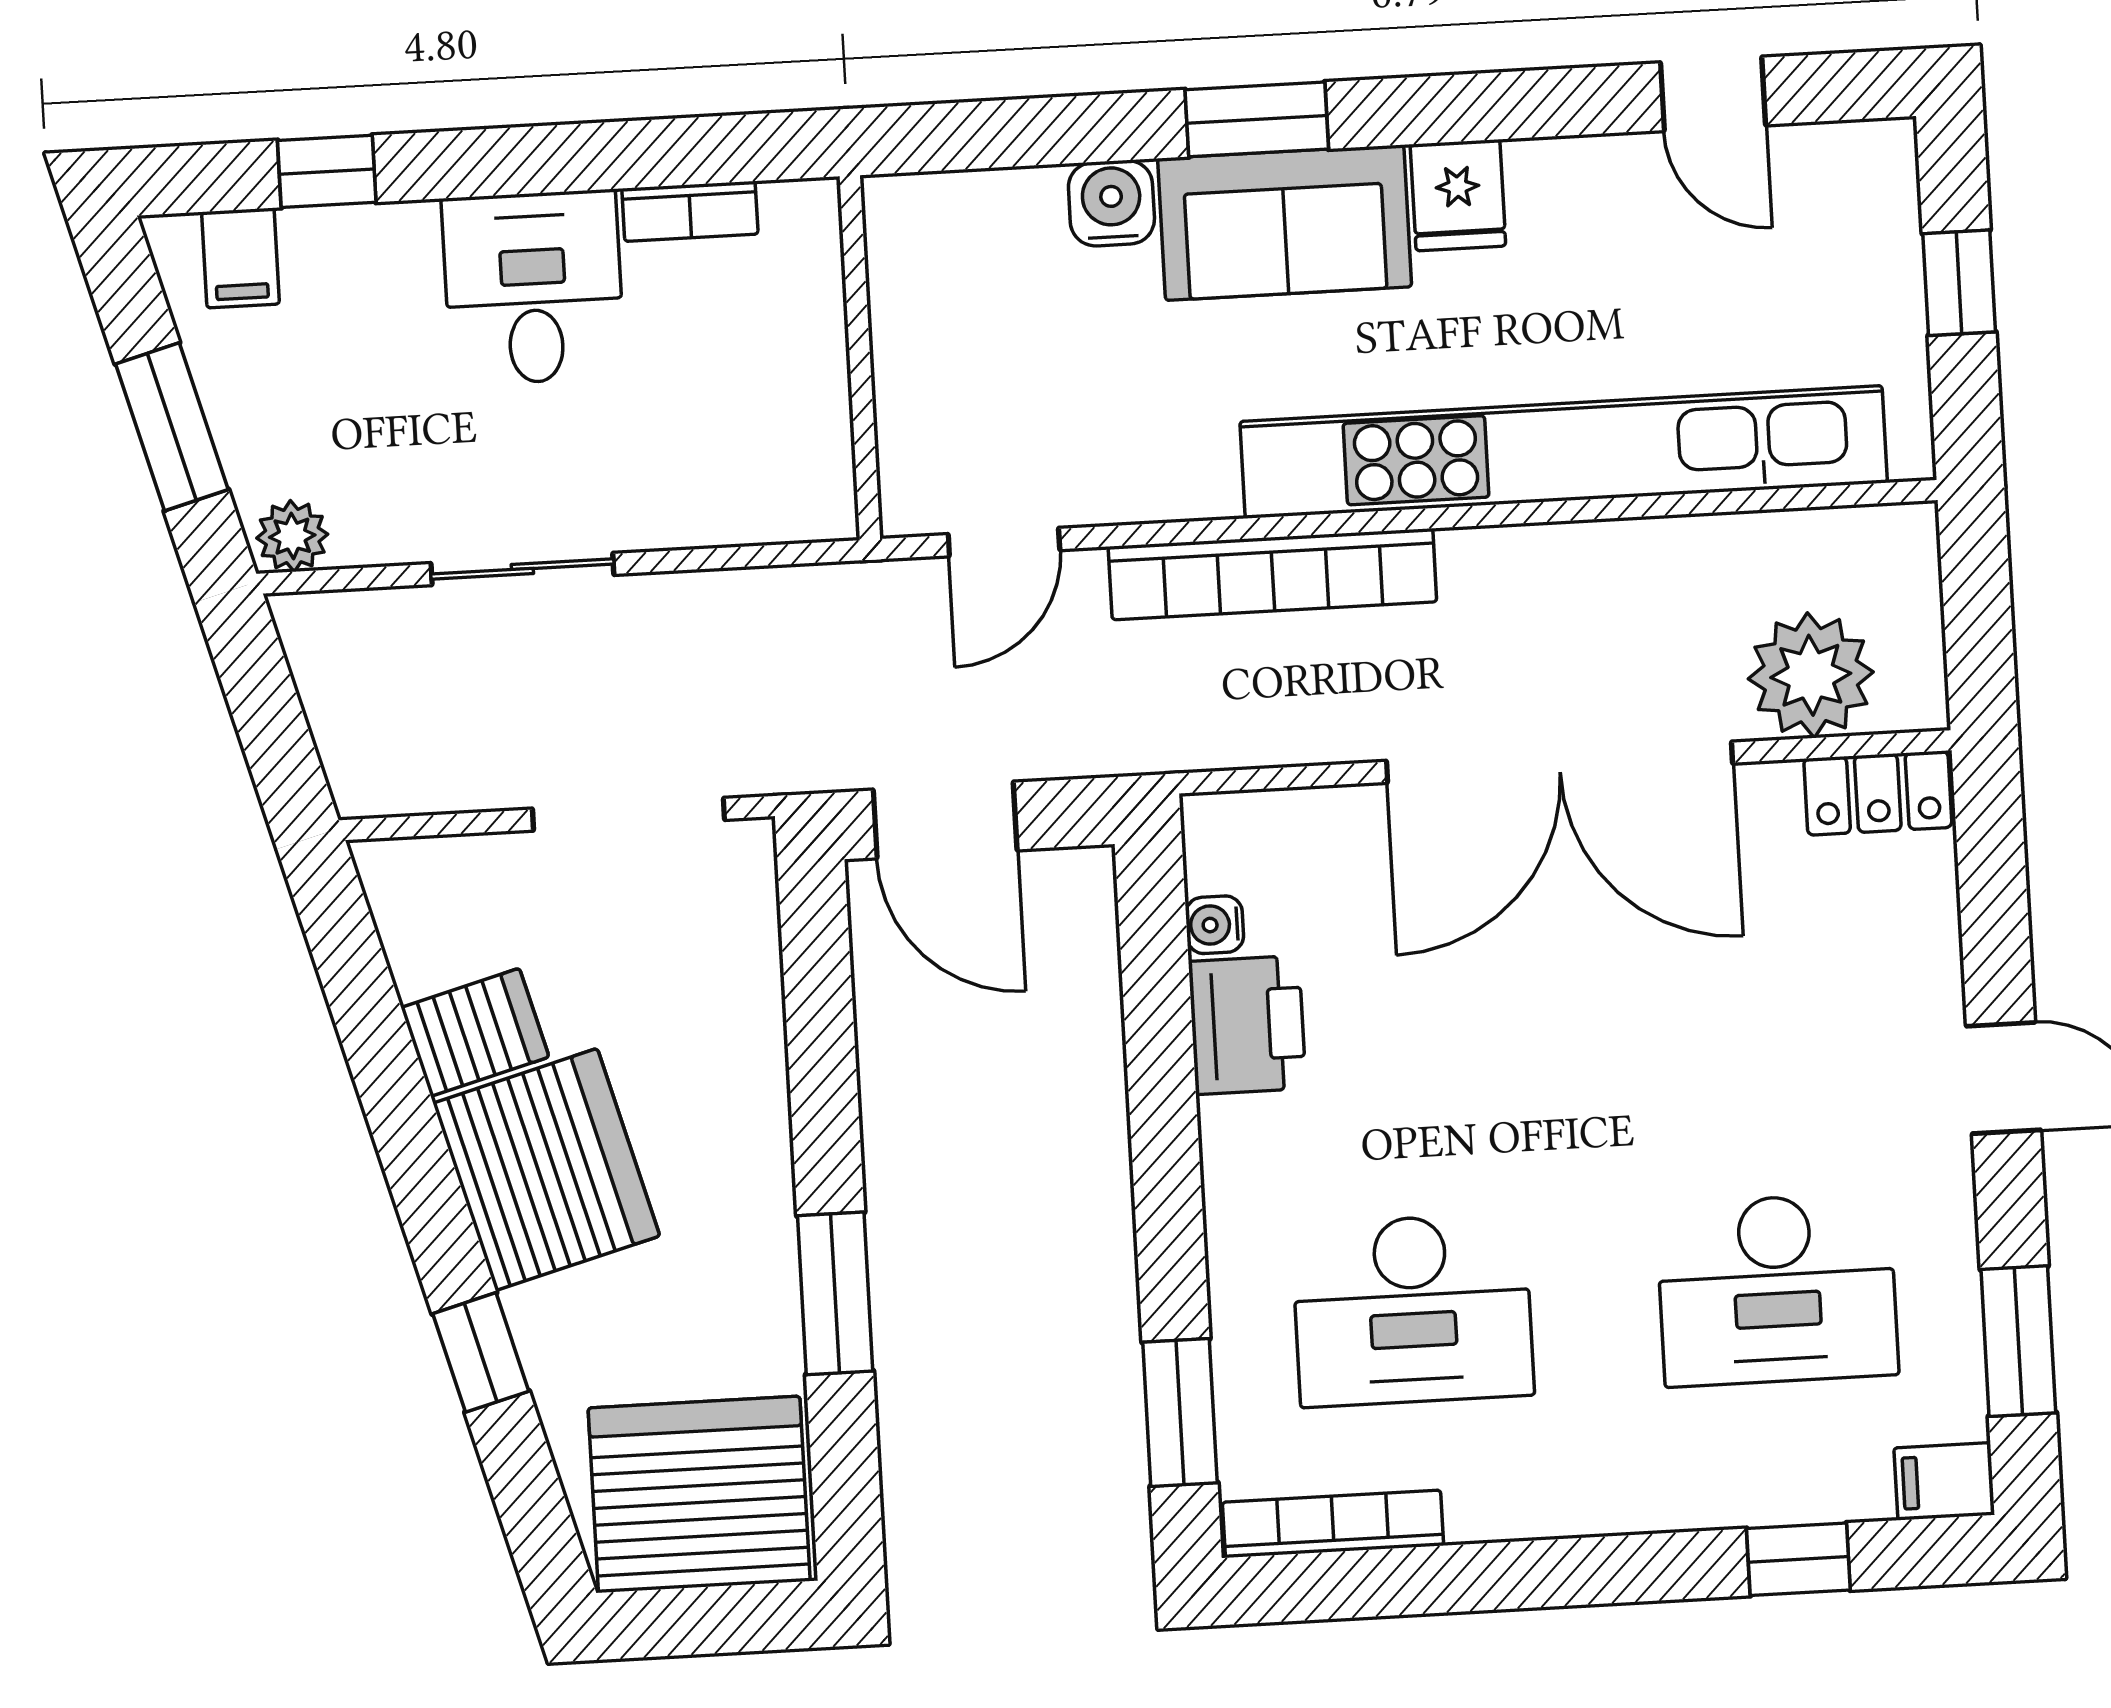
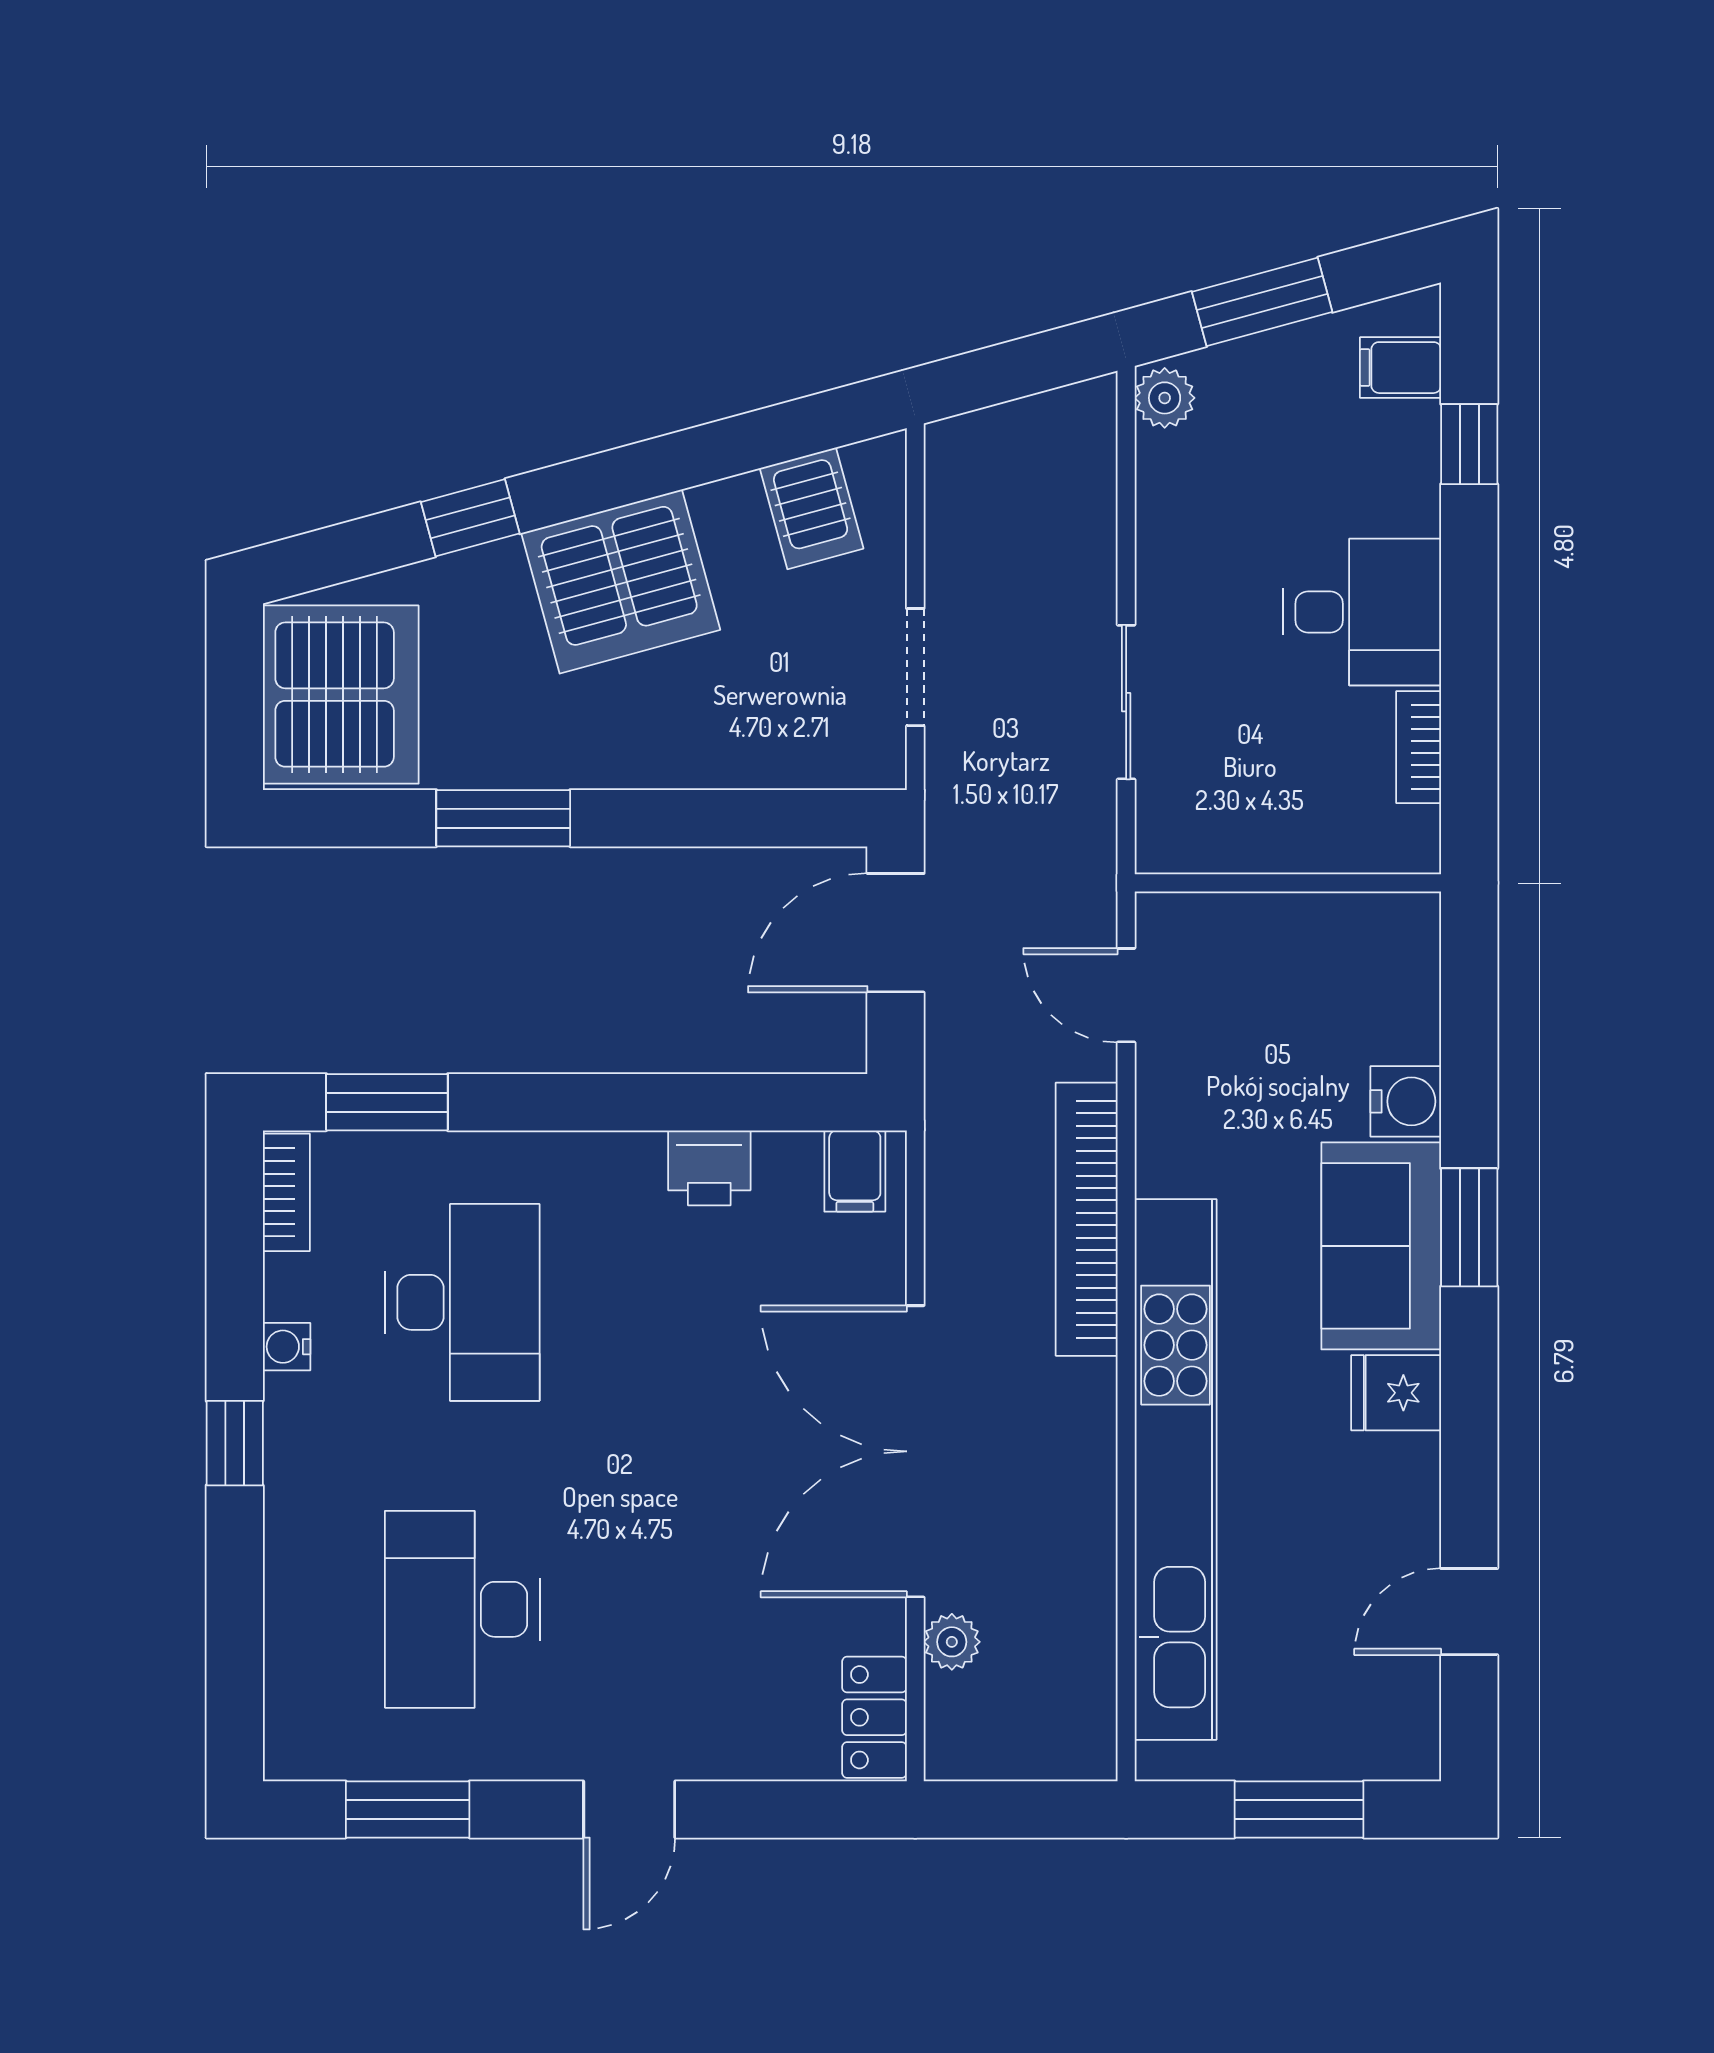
window: (1959, 283) -> (1299, 1809), width x1.50
sliding door: (522, 569) -> (1126, 702), moved
plant: (1811, 675) -> (952, 1642), width x0.53, depth x0.53
doorway: (629, 814) -> (915, 667), width x0.73
water cooler: (1215, 925) -> (287, 1347), moved, turned -90
printer: (1247, 1025) -> (709, 1168), width x0.73, depth x0.81
server rack: (475, 1032) -> (812, 508), moved
desk: (1413, 1310) -> (462, 1302), turned 180
filing cabinet: (1944, 1481) -> (855, 1171), moved, turned 180
bookcase: (1333, 1524) -> (286, 1192), width x0.64
window: (1798, 1559) -> (235, 1443), moved

